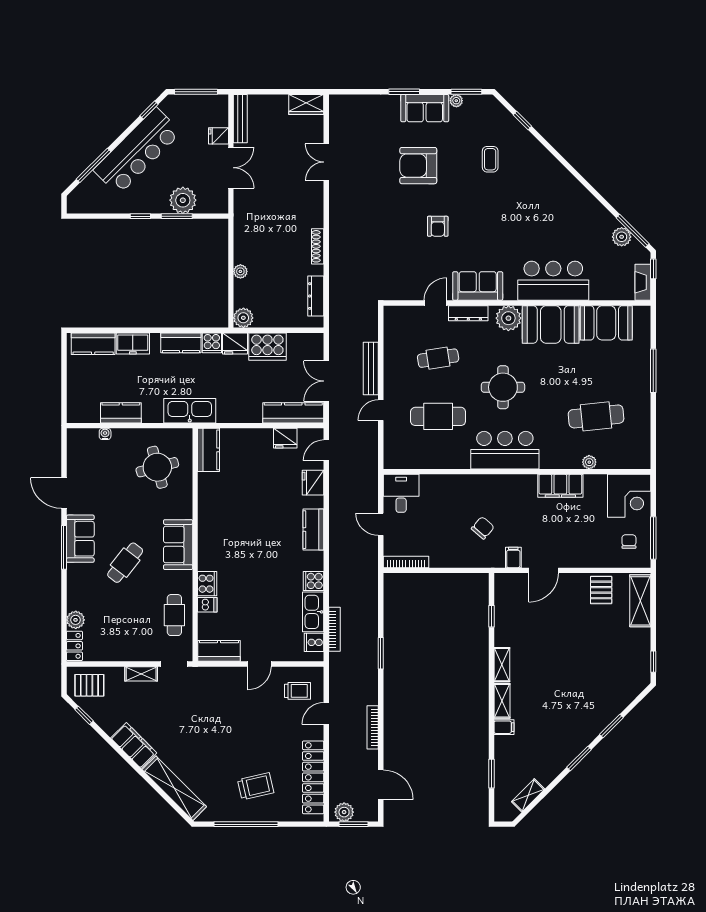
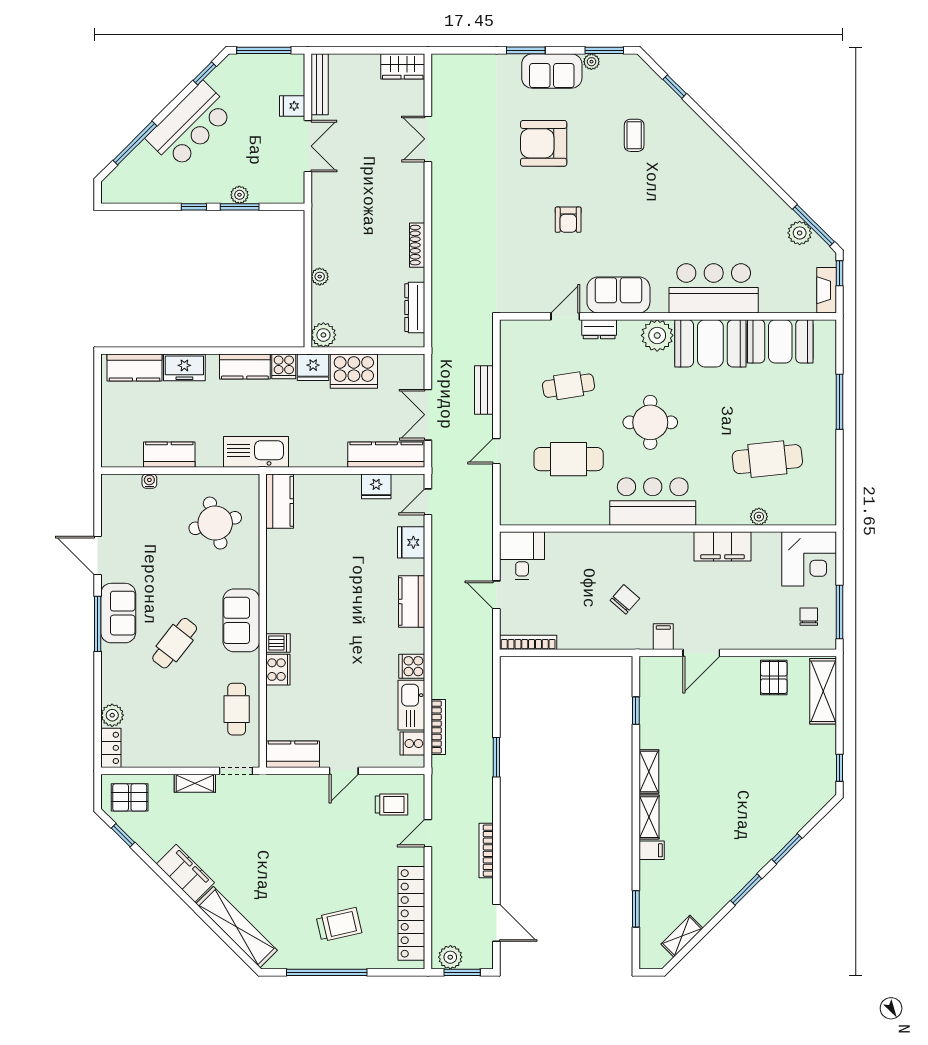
bar counter: (137, 151) -> (190, 125), width x0.73
plant: (183, 200) -> (239, 195), width x0.53, depth x0.53
dresser: (468, 313) -> (599, 329), width x0.70
bench: (371, 369) -> (484, 390), width x0.73
dishwasher: (207, 605) -> (278, 643), moved

